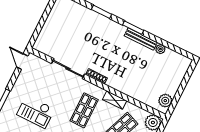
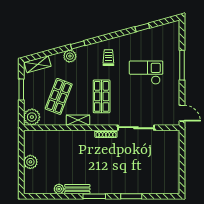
bench: (141, 39) -> (77, 189), width x0.73
plant: (165, 101) -> (30, 162), moved

